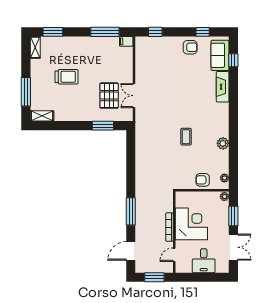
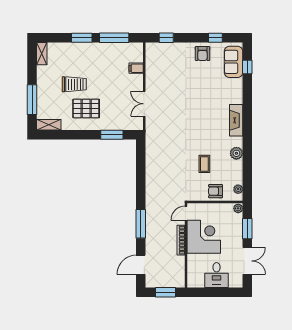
window: (53, 32) -> (82, 38), moved
filing cabinet: (126, 41) -> (136, 68), moved
armchair: (190, 47) -> (202, 53), turned 90
fireplace: (223, 87) -> (236, 120), moved
pallet: (109, 96) -> (86, 109), moved, turned 90
coffee table: (186, 137) -> (204, 164), moved
door: (174, 255) -> (186, 213), moved

